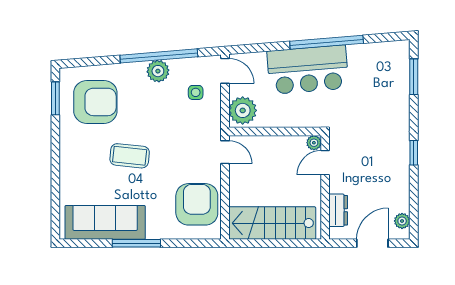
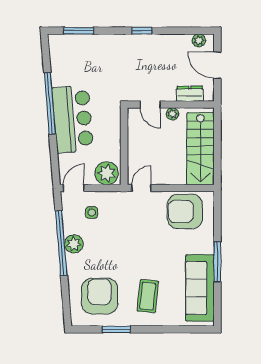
window: (55, 98) -> (116, 329), moved
plant: (314, 143) -> (172, 114), moved
coffee table: (130, 156) -> (148, 296), moved

